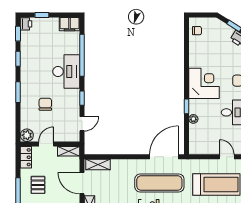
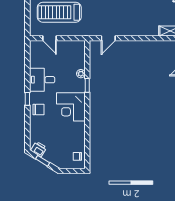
door: (164, 157) -> (108, 38), width x0.53
exercise mat: (159, 183) -> (113, 14), removed

